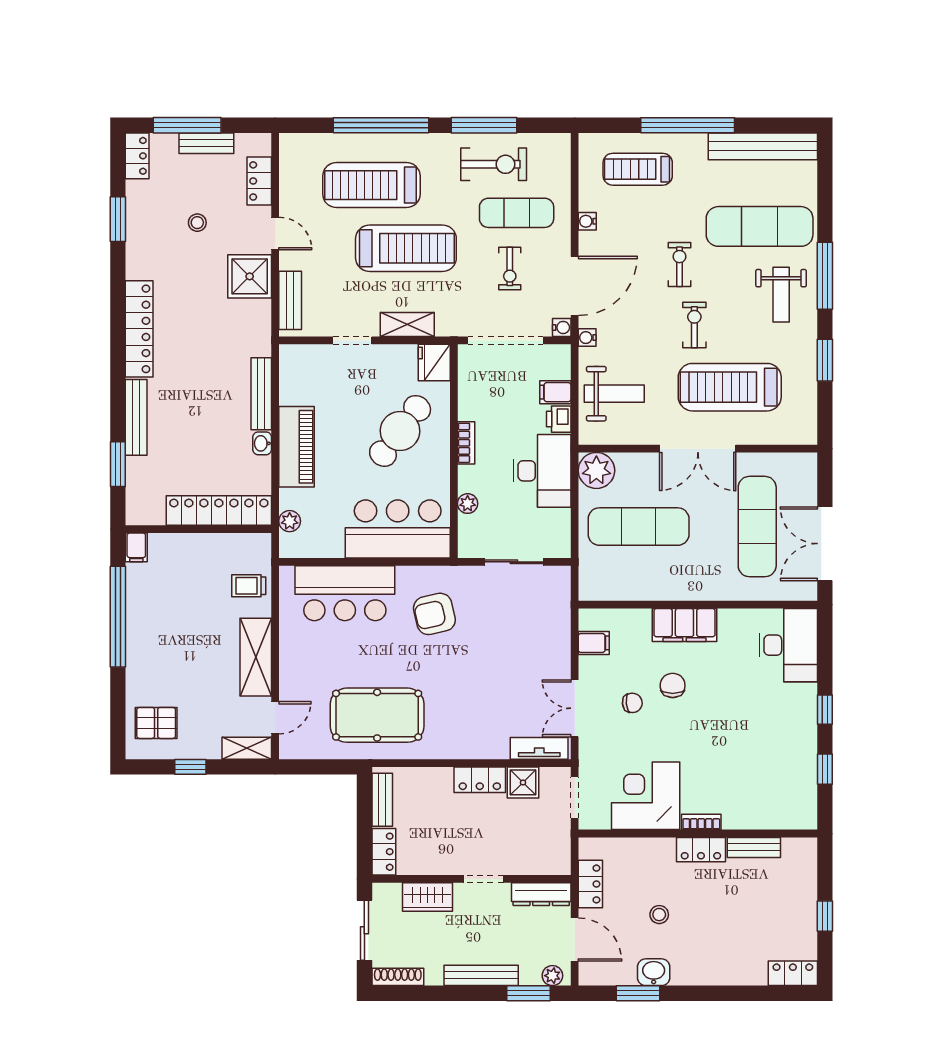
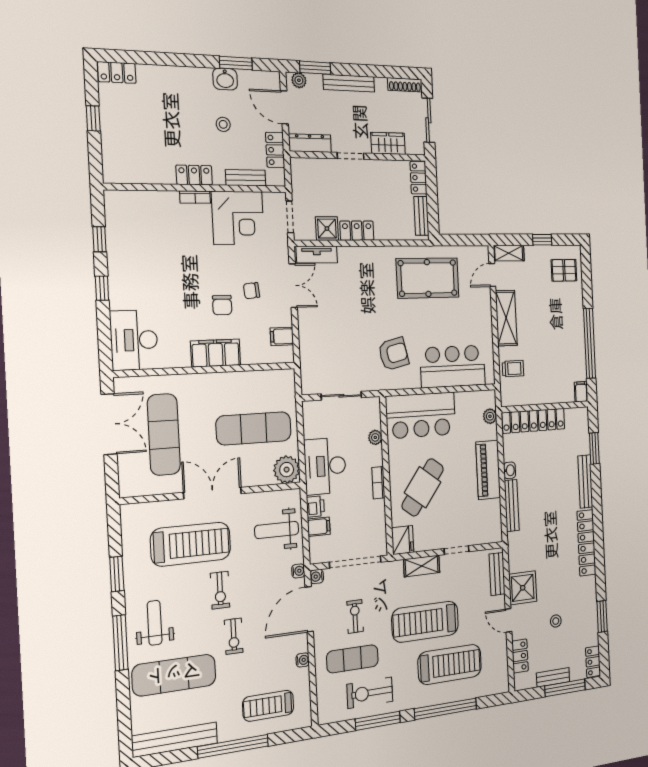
treadmill: (638, 169) -> (268, 706), turned 180
bench: (754, 847) -> (246, 178), moved

